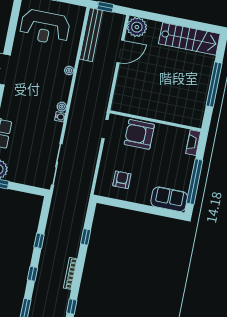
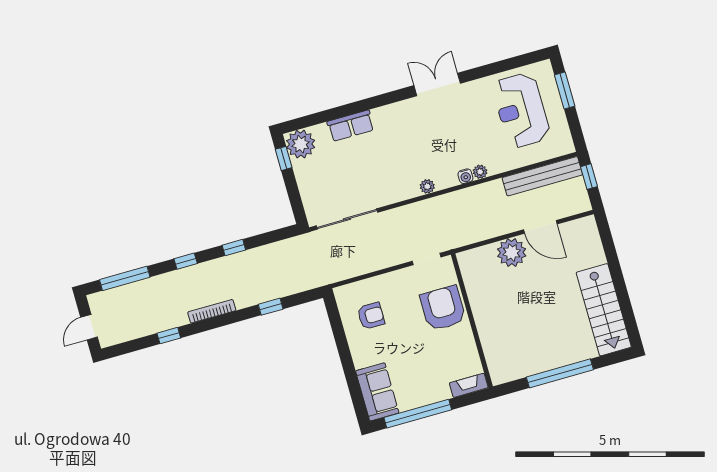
plant: (137, 27) -> (512, 253), moved
water cooler: (60, 117) -> (465, 176), moved

